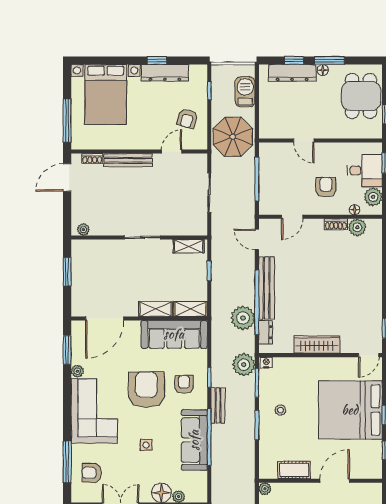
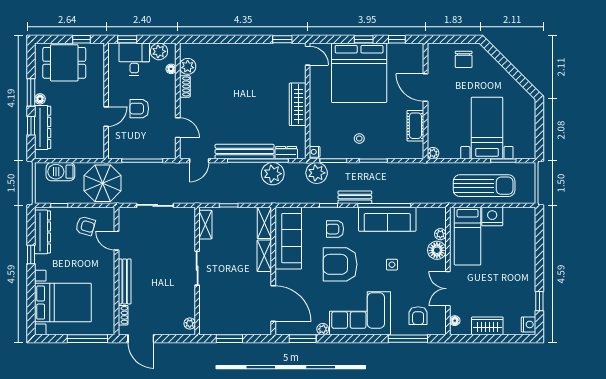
dresser: (165, 73) -> (43, 232), moved
armchair: (326, 187) -> (139, 109), moved

